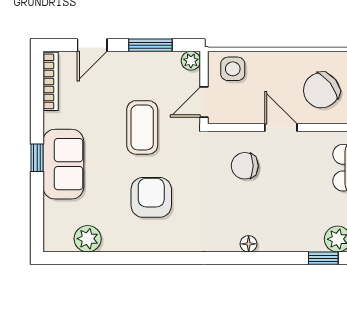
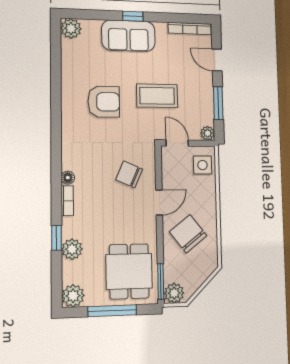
chair: (245, 166) -> (129, 174), turned -66
plant: (88, 239) -> (71, 28), moved
bookcase: (277, 245) -> (67, 201), added

